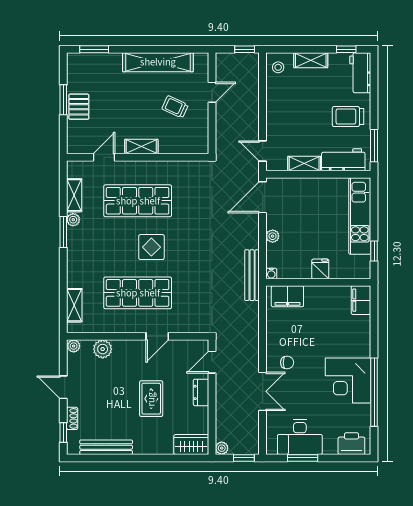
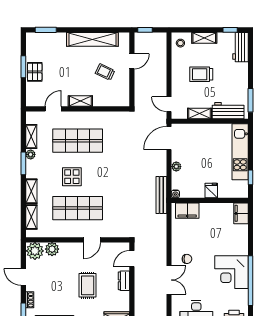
window: (245, 49) -> (145, 30), moved
trolley: (348, 117) -> (201, 74), moved
display table: (151, 247) -> (72, 177), moved
shelving: (74, 270) -> (31, 191), added
plant: (74, 346) -> (35, 251), width x1.87, depth x1.87

